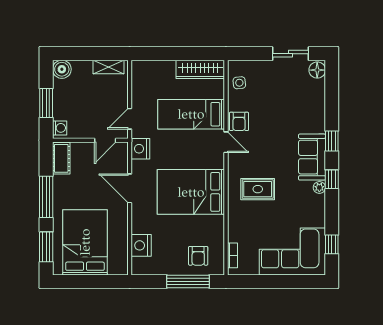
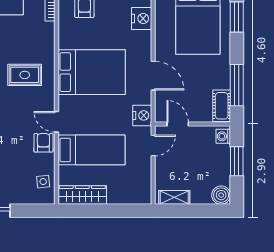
door: (105, 140) -> (178, 124), hinge flipped
window: (46, 197) -> (237, 85), moved

